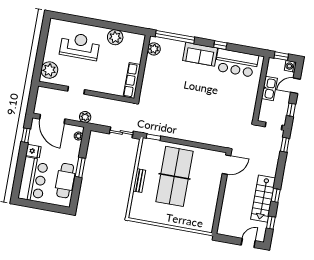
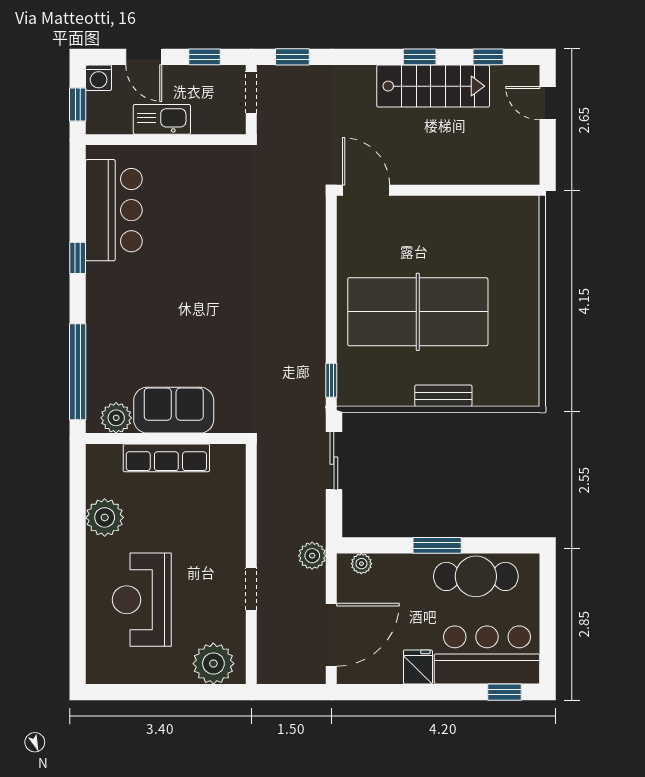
sofa: (200, 54) -> (174, 410), moved, turned -90
row of seats: (132, 80) -> (166, 458), moved
window: (26, 135) -> (505, 692), moved

